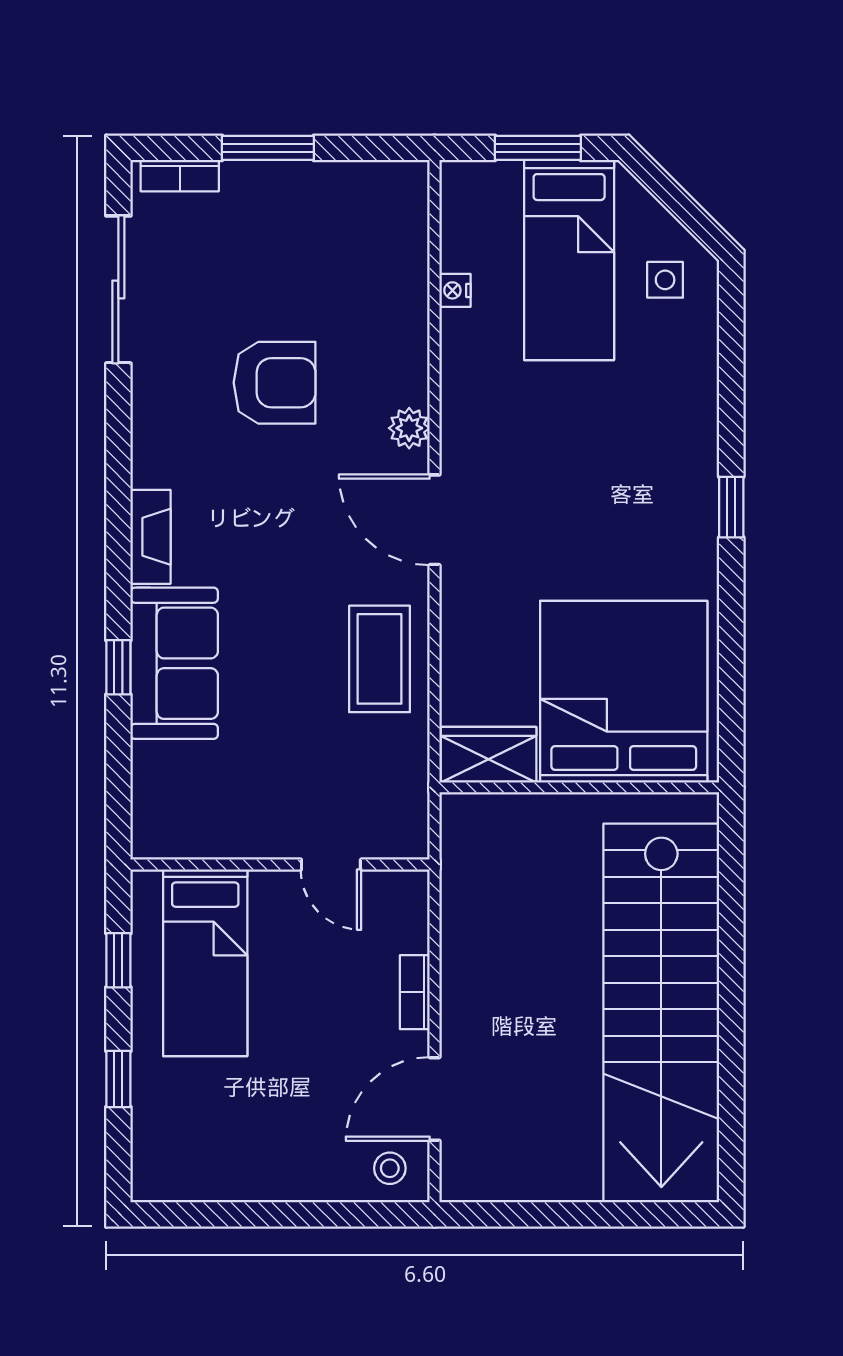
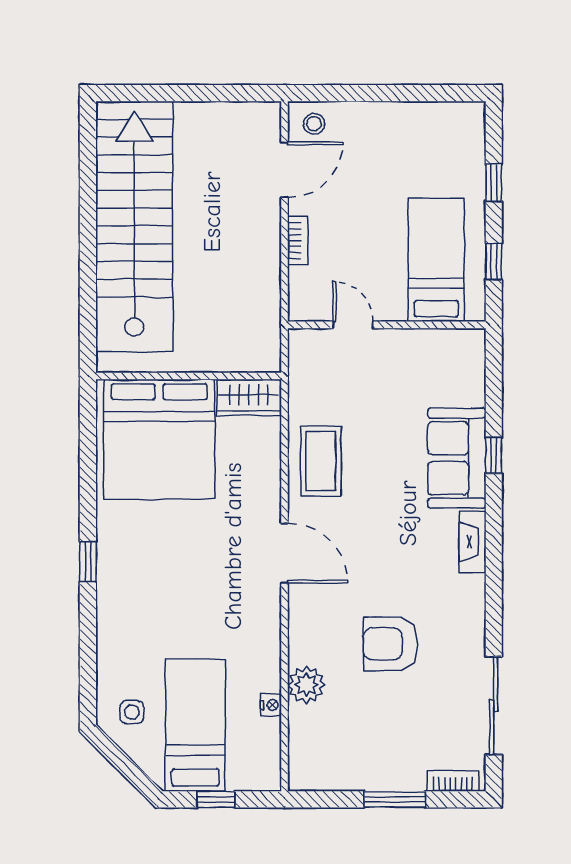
window: (538, 148) -> (216, 799), width x0.67
plant: (409, 428) -> (306, 685), moved, width x1.38, depth x1.38

